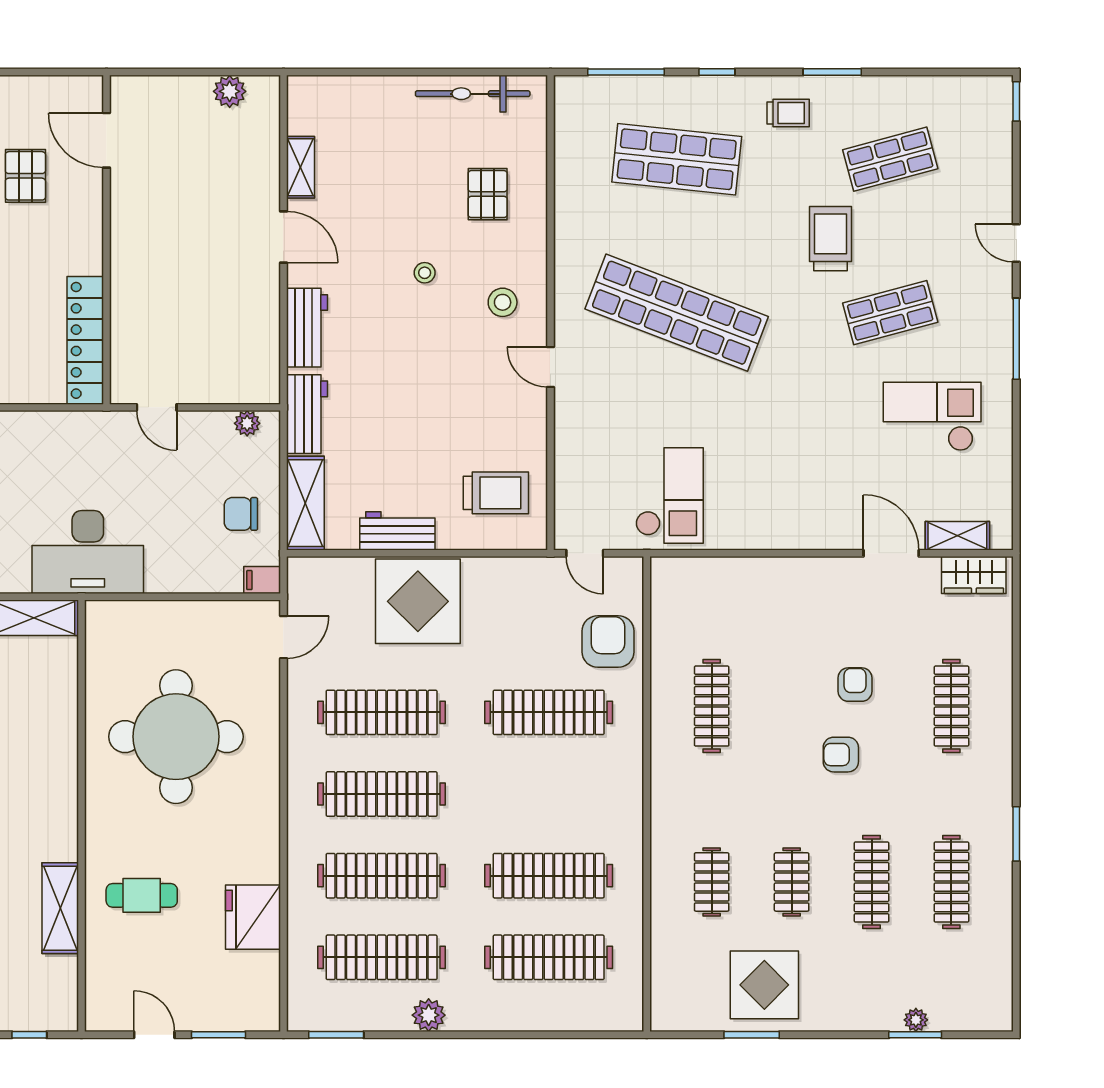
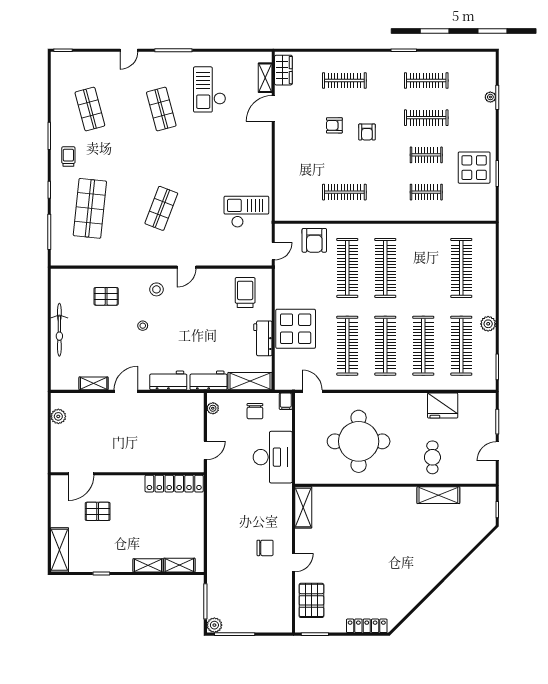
bicycle: (473, 94) -> (59, 330), moved
trolley: (830, 239) -> (127, 137), removed
shop shelf: (677, 313) -> (161, 208), width x0.50, depth x0.74
desk: (88, 552) -> (273, 457), moved
armchair: (608, 641) -> (314, 240), turned -90
clothes rail: (549, 876) -> (385, 268), moved

